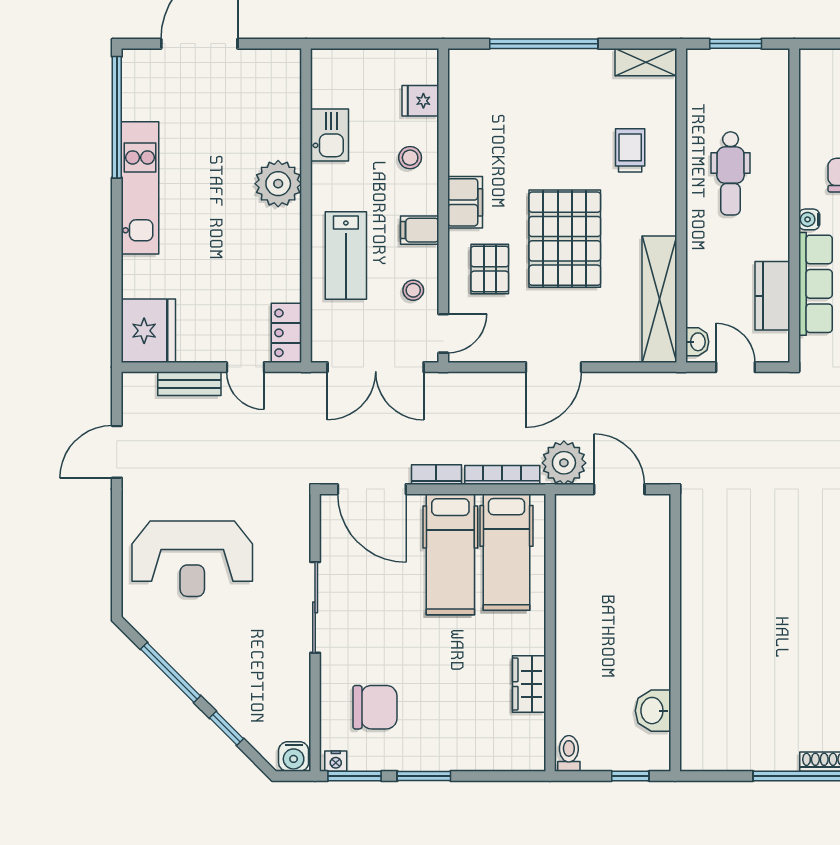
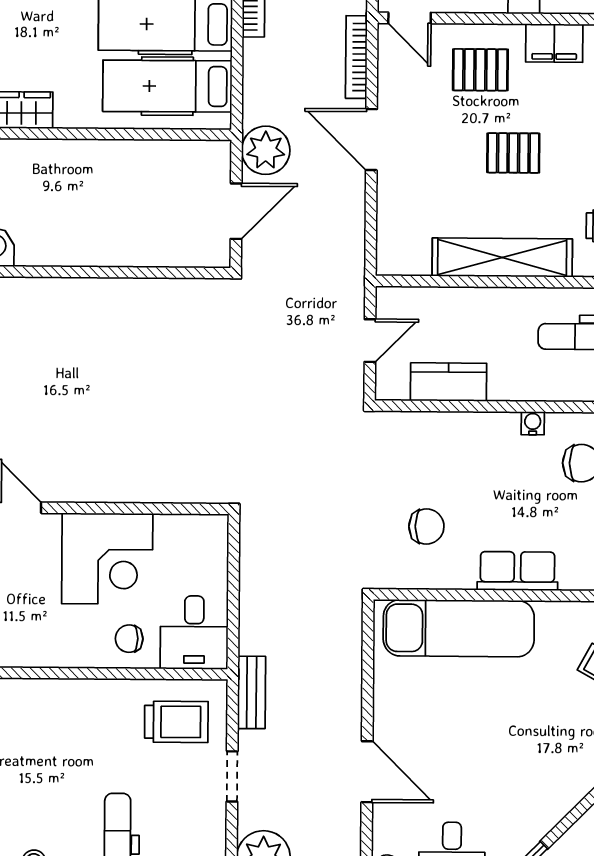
pallet: (565, 239) -> (513, 153), width x0.49, depth x0.50
row of seats: (815, 284) -> (461, 430), removed
shelving: (659, 299) -> (502, 258), moved
washbasin: (697, 342) -> (398, 299), removed
bookcase: (502, 475) -> (356, 57), moved, turned 180

